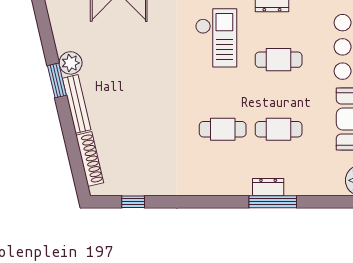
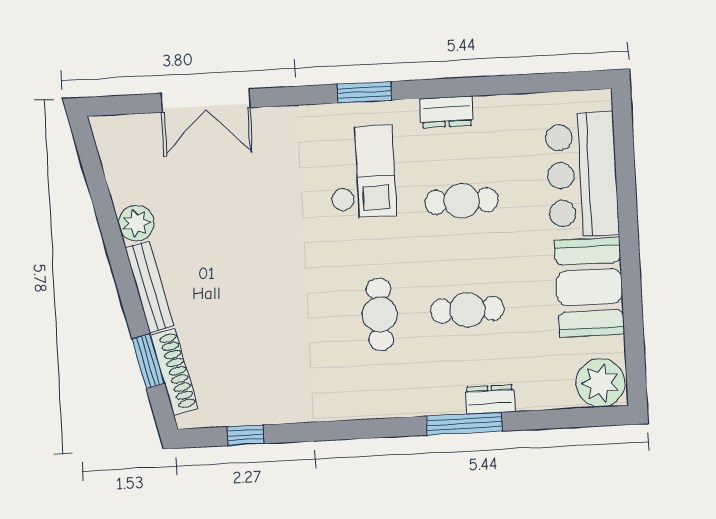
window: (57, 80) -> (148, 361), moved
cafe table: (223, 129) -> (380, 314), turned 90
dresser: (268, 187) -> (490, 399), moved

